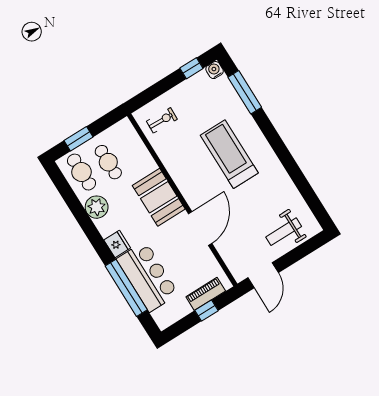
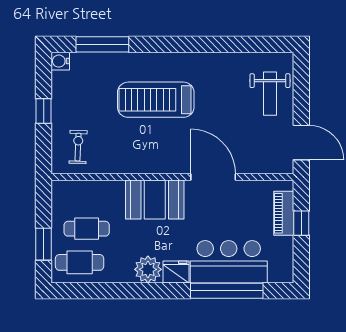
window: (191, 68) -> (44, 111), moved
plant: (97, 207) -> (148, 269), moved

